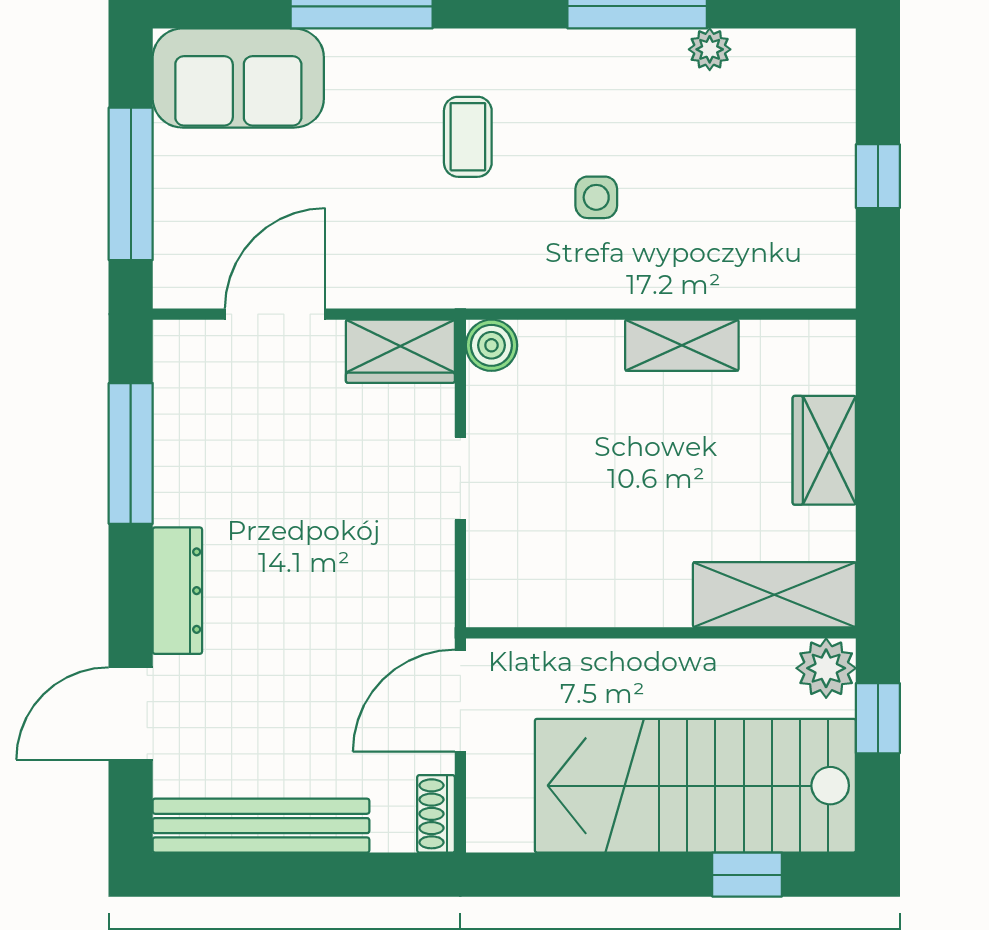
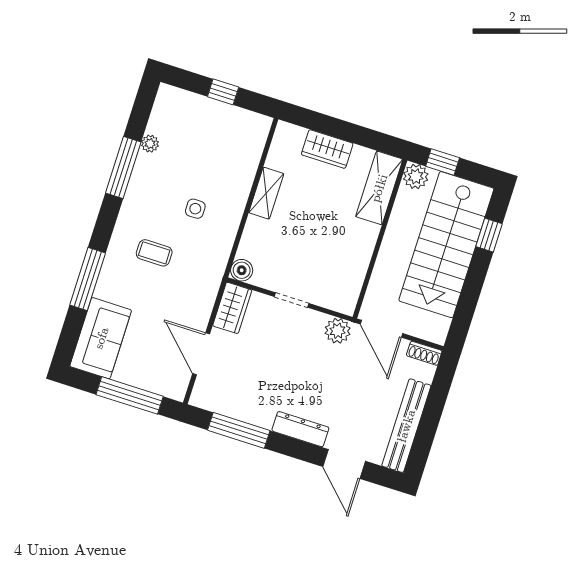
plant: (424, 604) -> (338, 331), added

